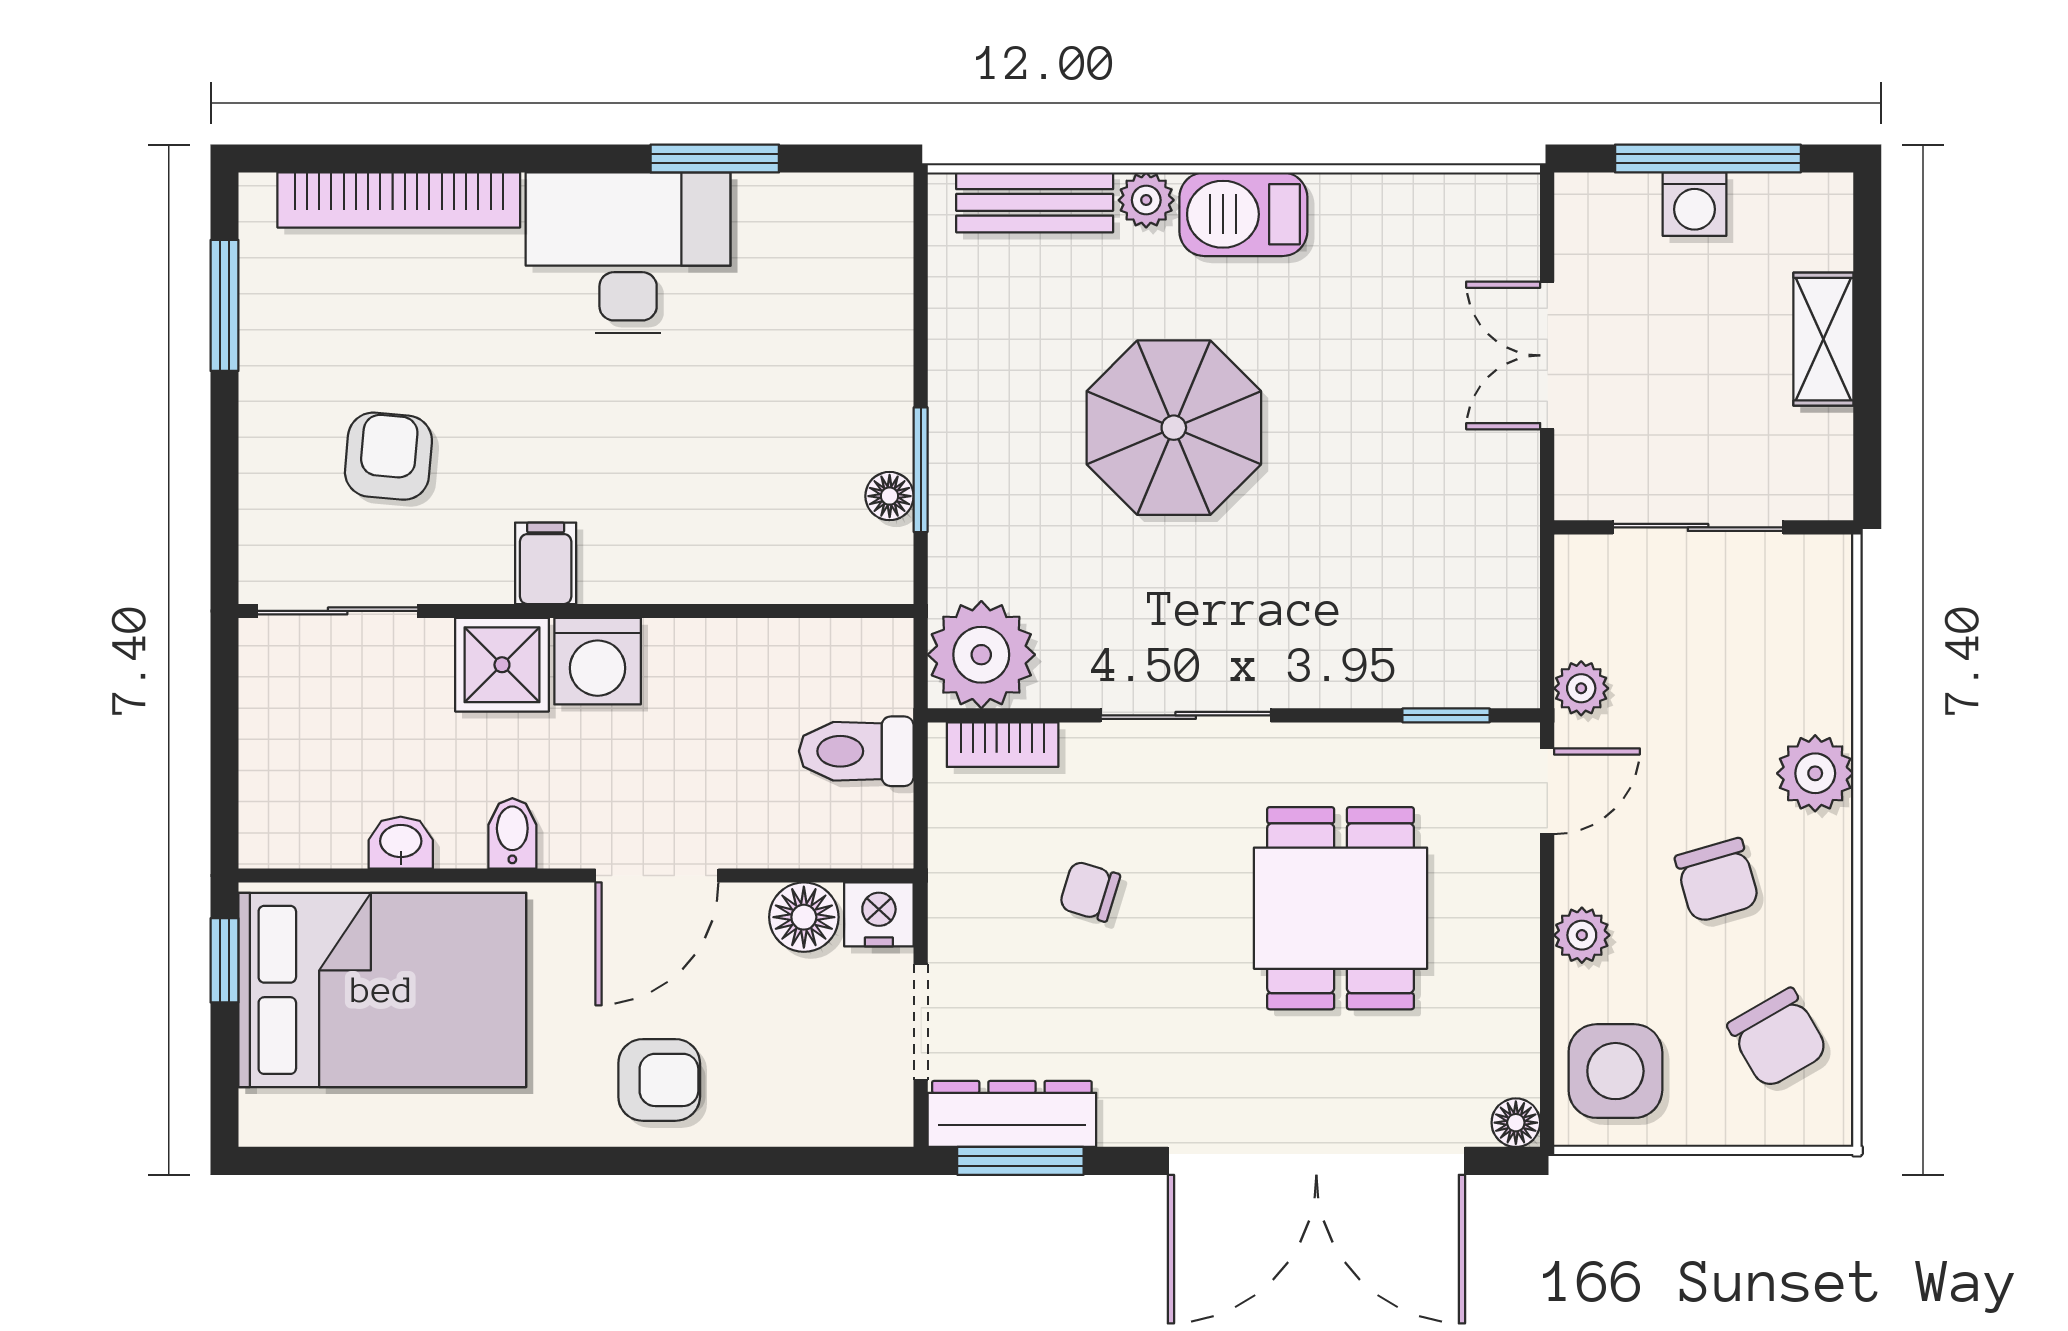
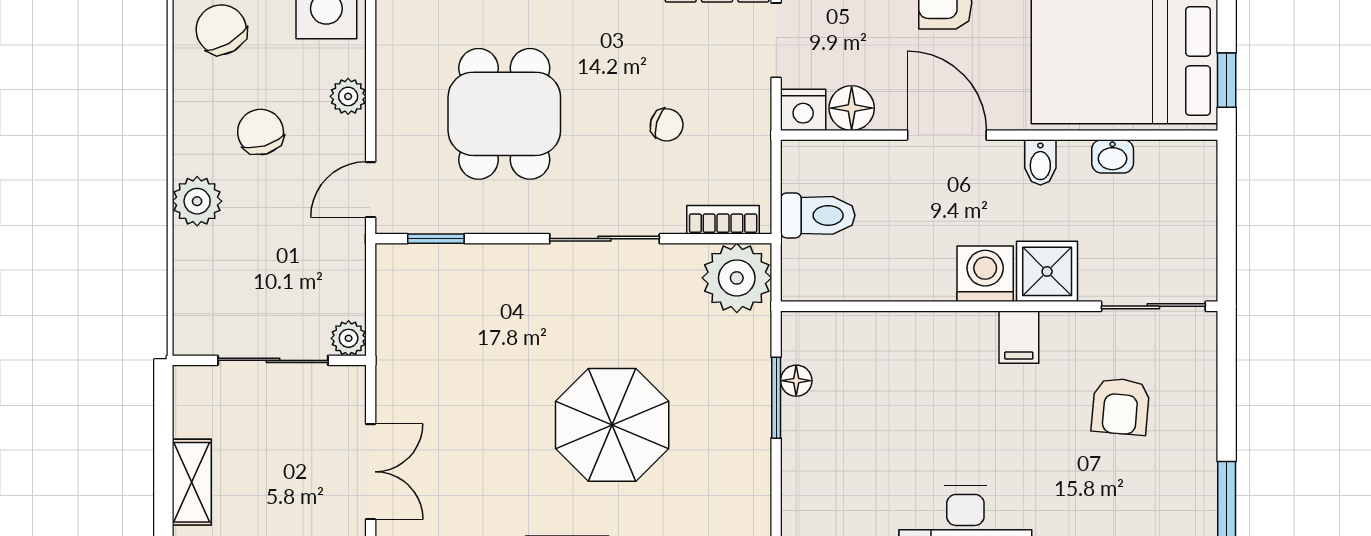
plant: (1581, 688) -> (349, 338), moved
door: (657, 875) -> (947, 135), hinge flipped

